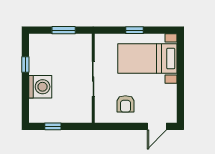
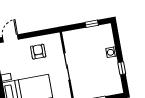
washing machine: (40, 87) -> (111, 52), width x0.53, depth x0.53

